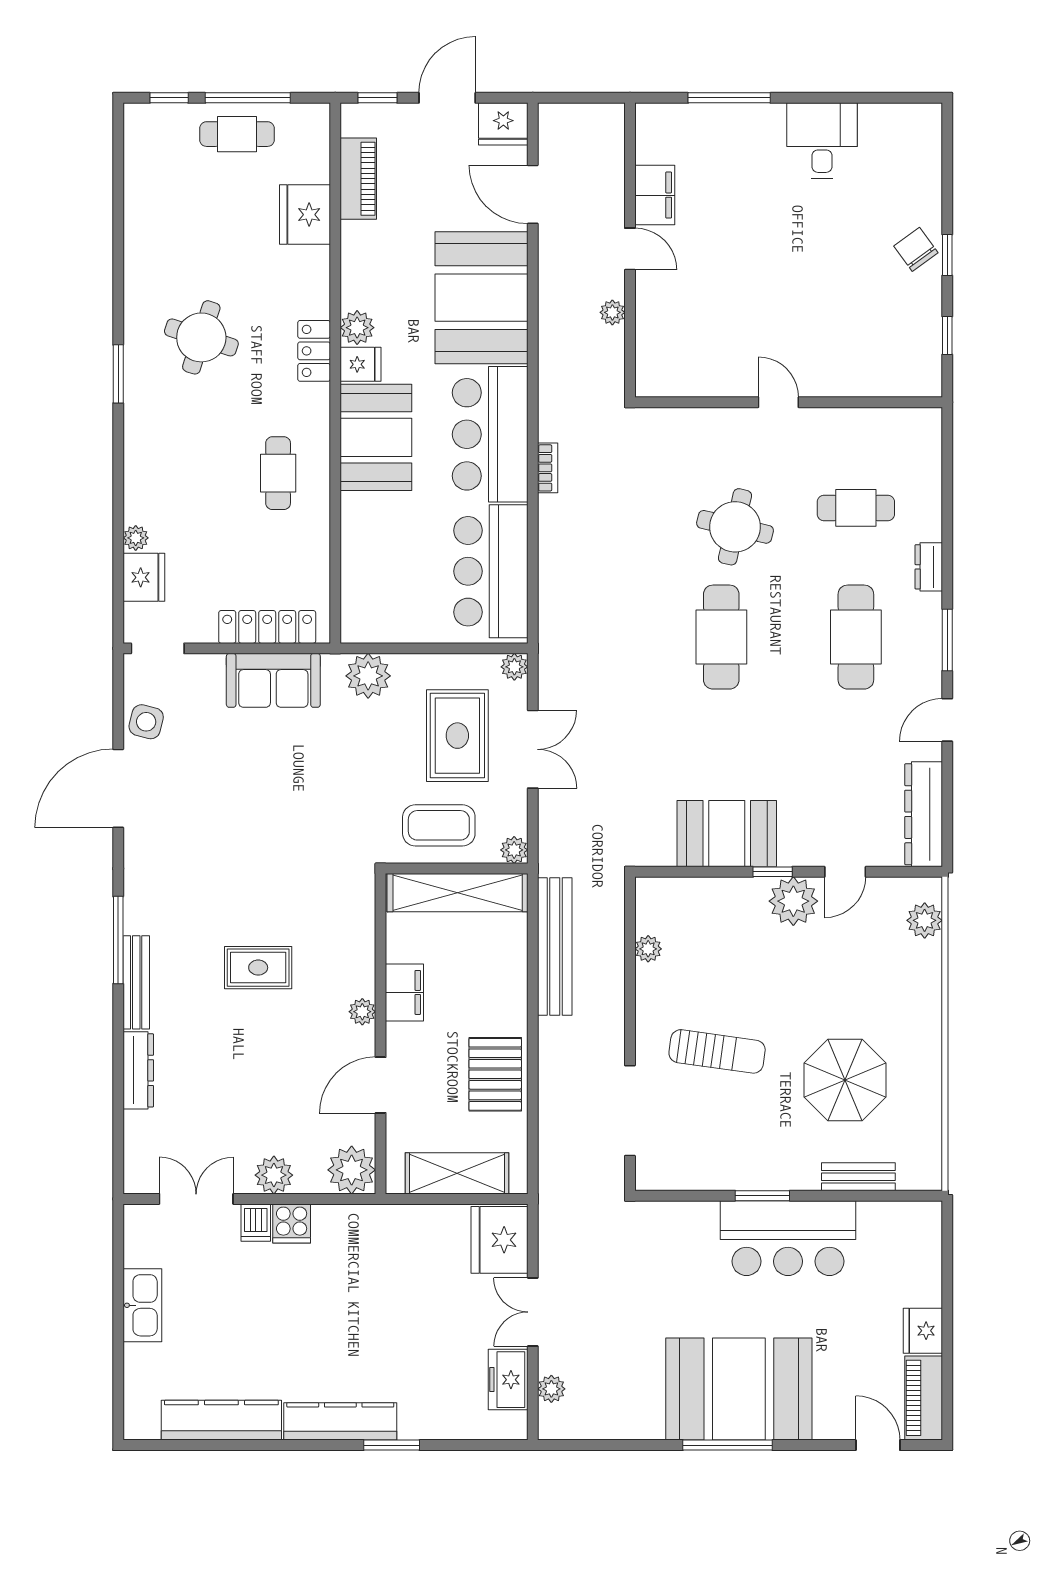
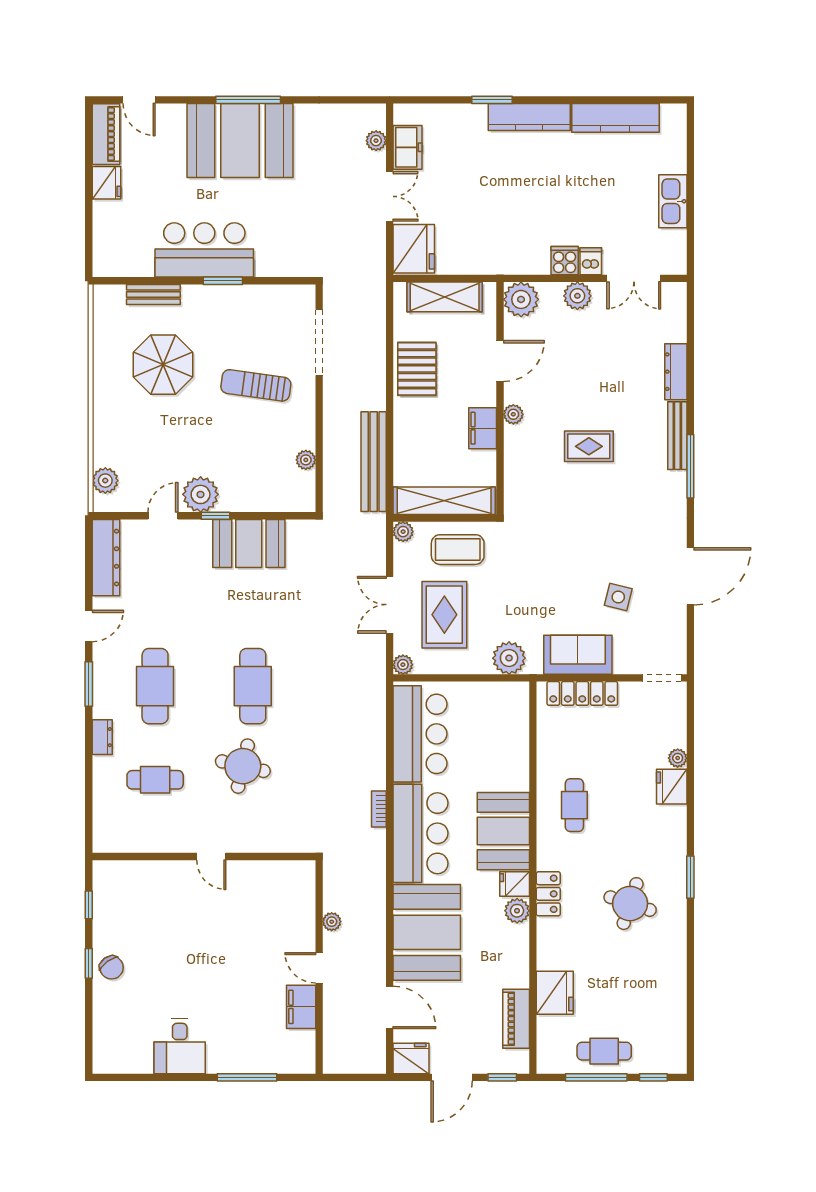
fridge: (144, 577) -> (672, 787), moved
side table: (146, 722) -> (618, 597), moved

